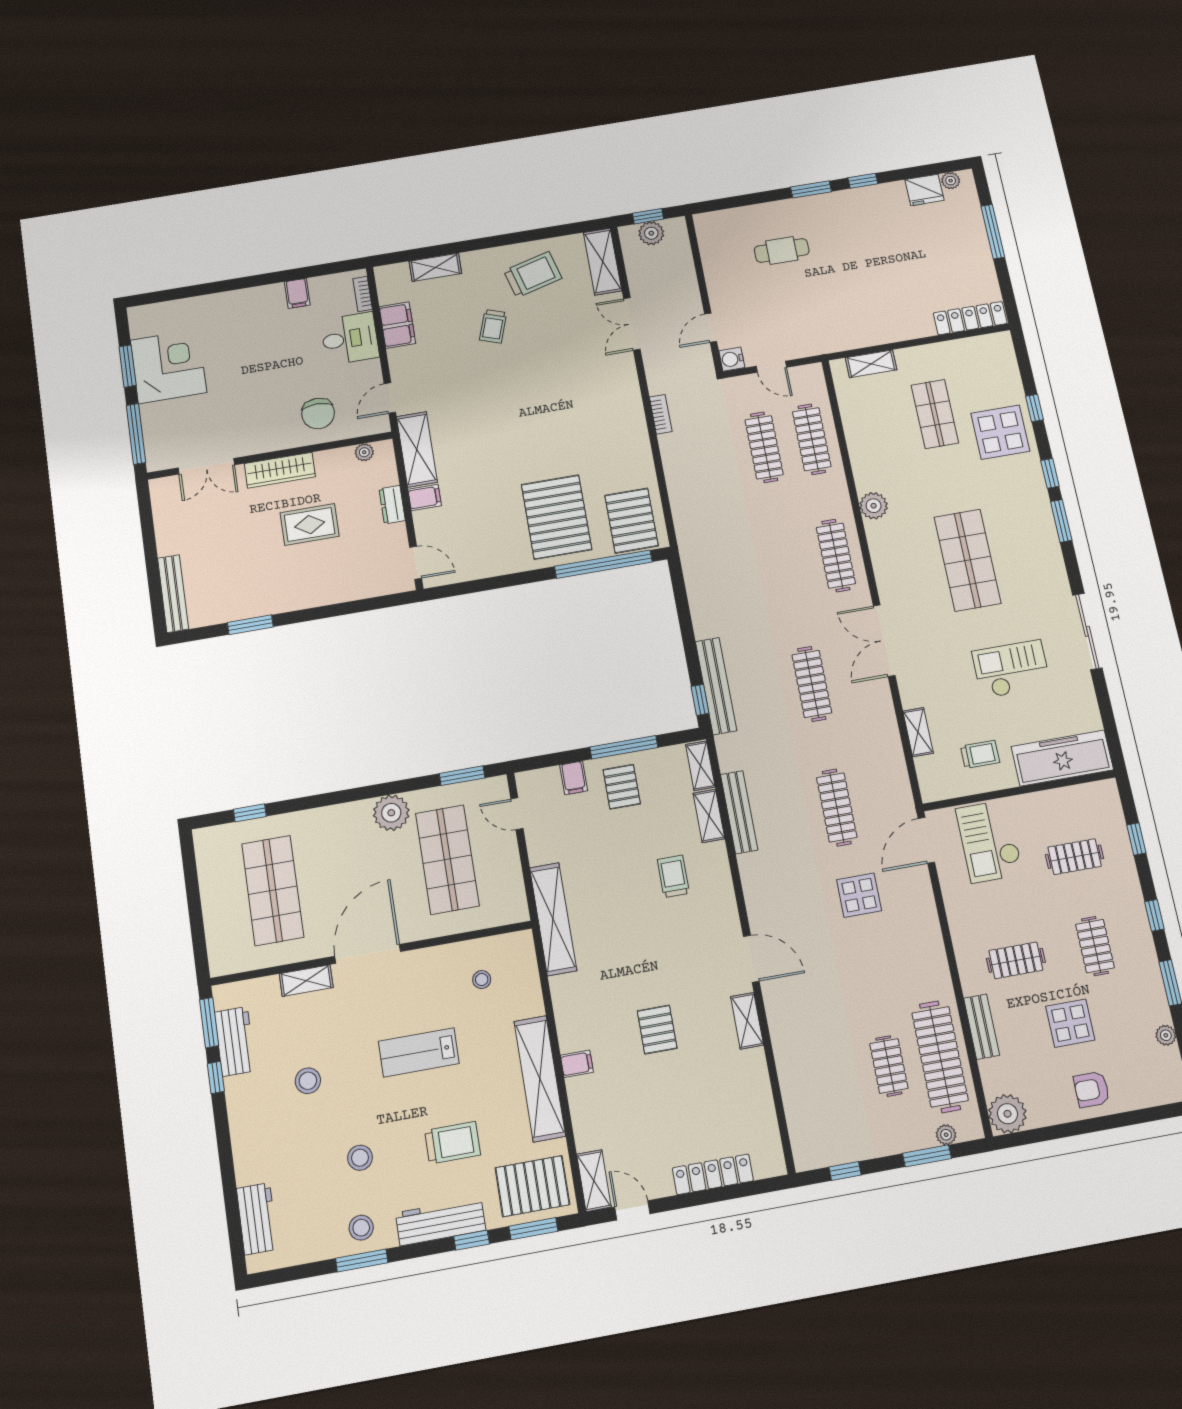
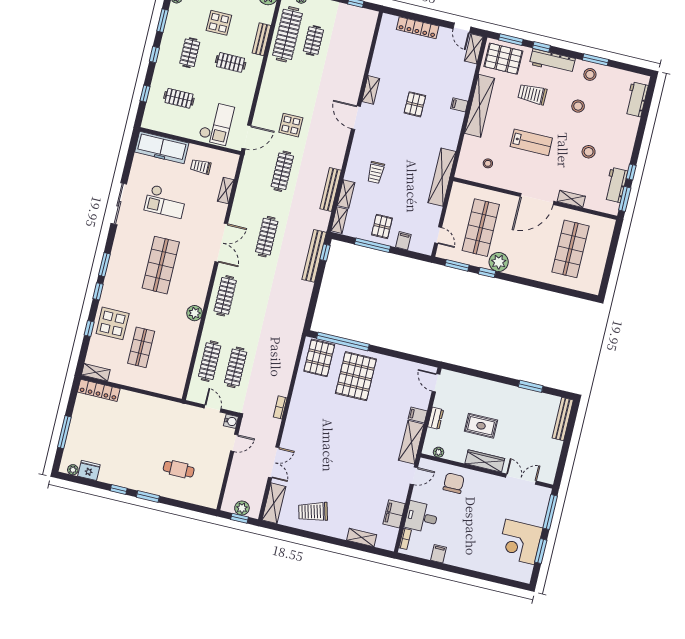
trolley: (493, 326) -> (345, 492), removed
shelving: (871, 364) -> (96, 372), moved
window: (250, 813) -> (487, 272), moved

